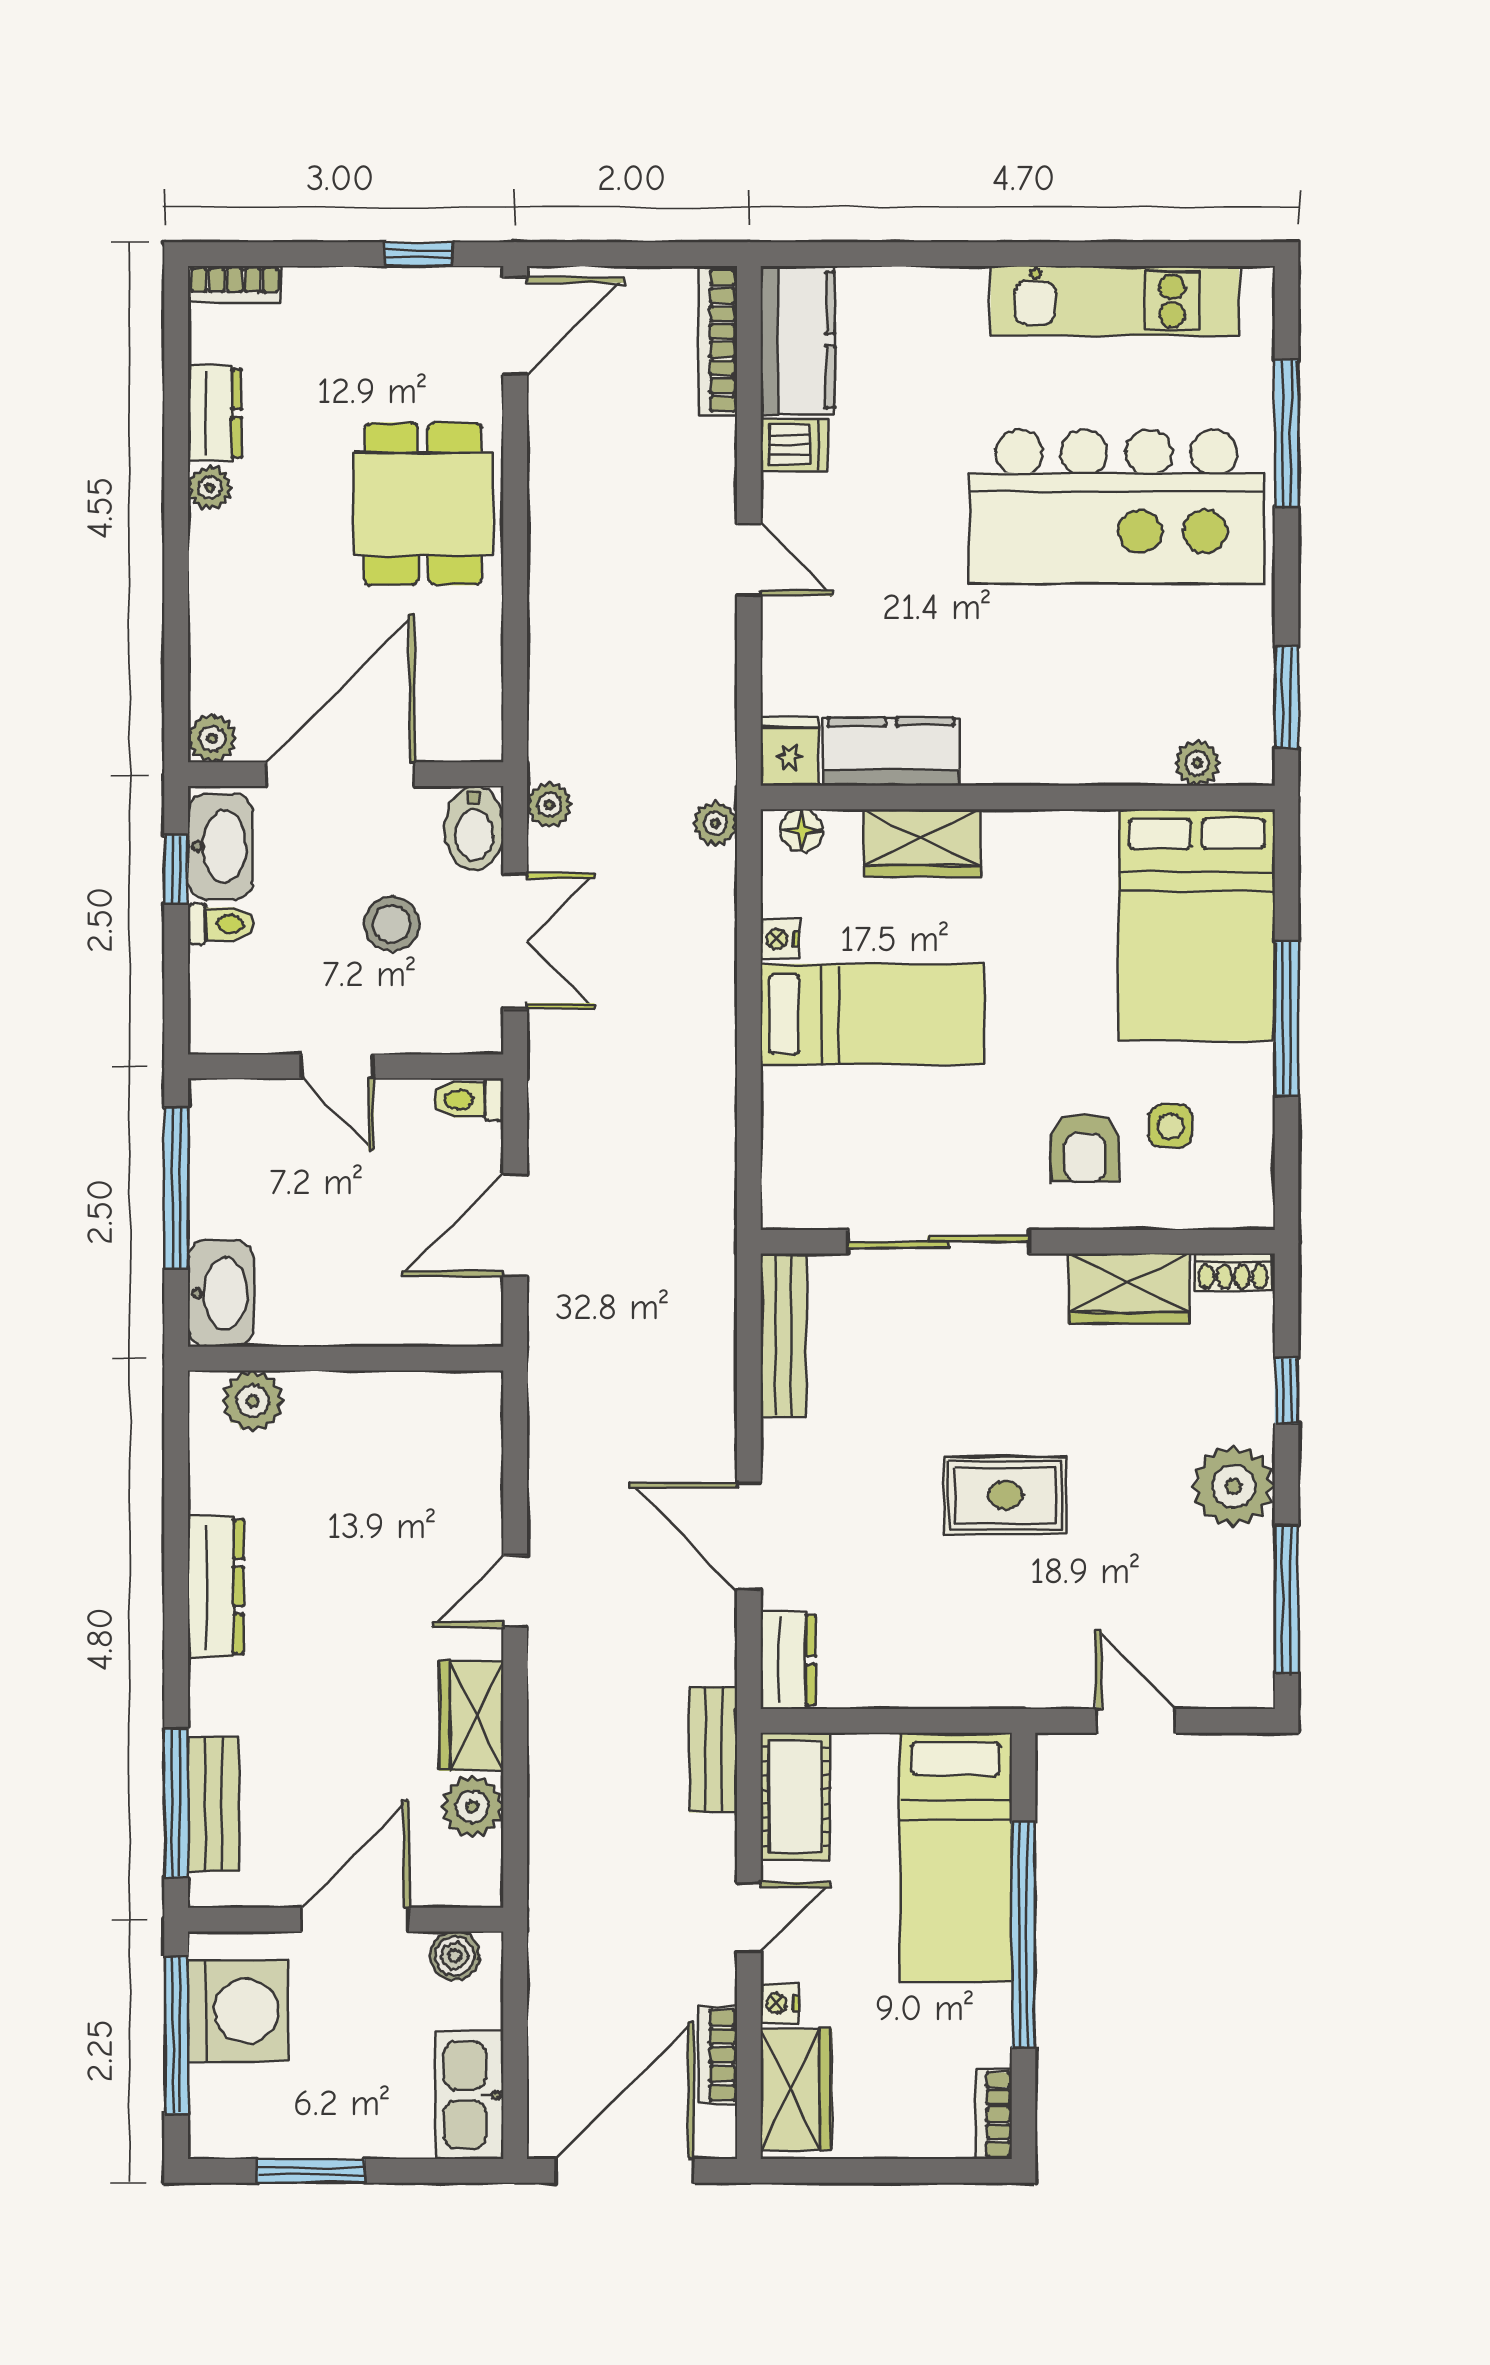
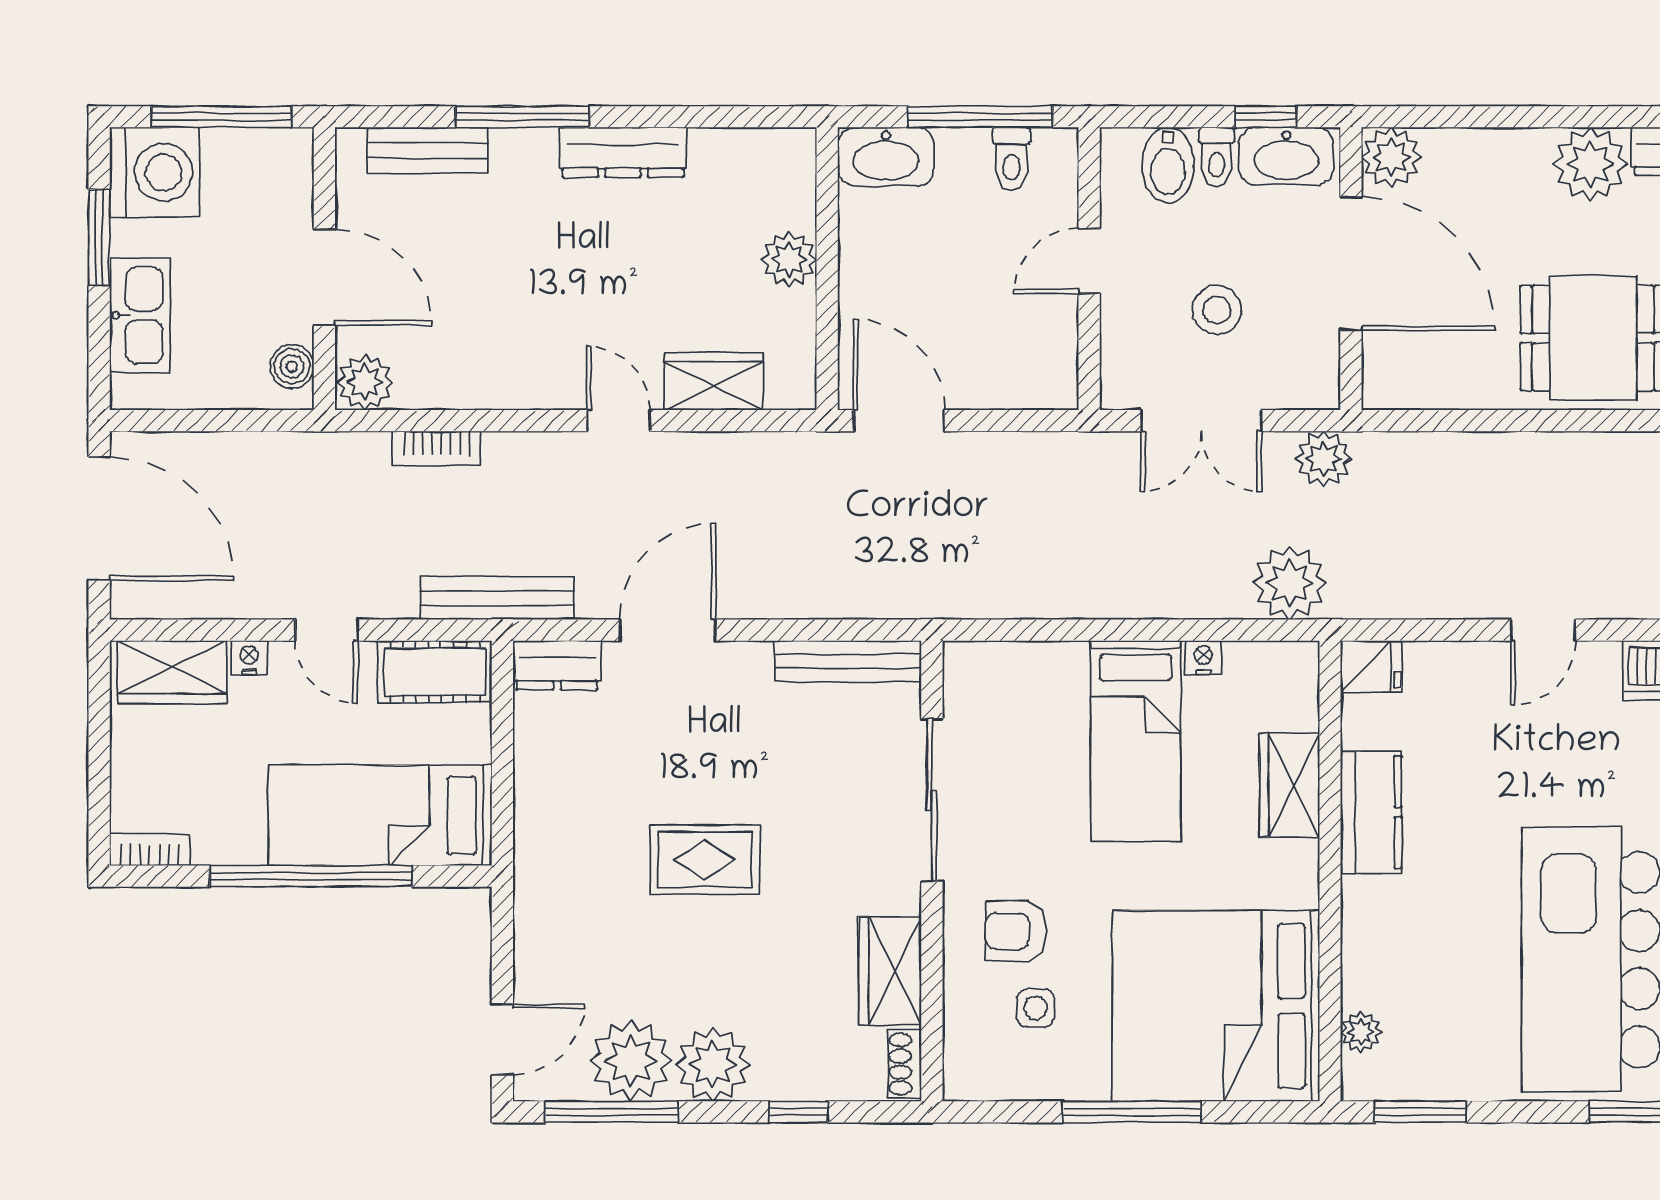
plant: (210, 488) -> (1590, 164), width x1.88, depth x1.88
plant: (212, 738) -> (1391, 157), width x1.38, depth x1.38
kitchen counter: (891, 752) -> (1371, 812), moved
plant: (549, 805) -> (1323, 459), width x1.38, depth x1.38
plant: (715, 823) -> (1290, 583), width x1.87, depth x1.87
bidet: (474, 828) -> (1168, 165), moved, turned -90
floor lamp: (802, 830) -> (1301, 677), removed
bed: (1197, 925) -> (1216, 1006), width x1.36
toilet: (468, 1100) -> (1012, 159), moved, turned 180
door: (515, 1225) -> (899, 421), moved
plant: (252, 1401) -> (789, 259), moved
rug: (1005, 1495) -> (705, 860), turned 90
plant: (1229, 1578) -> (631, 1061), added
wardrobe: (471, 1716) -> (714, 381), moved
door: (1136, 1721) -> (502, 1039), moved
bench: (713, 1750) -> (497, 598), width x1.36
window: (176, 1803) -> (522, 117), moved
plant: (472, 1807) -> (365, 382), moved
washing machine: (238, 2011) -> (155, 172), moved, turned -90
bookcase: (718, 2055) -> (437, 449), moved, turned 180
kitchen sink: (470, 2095) -> (140, 315), moved, turned 90

